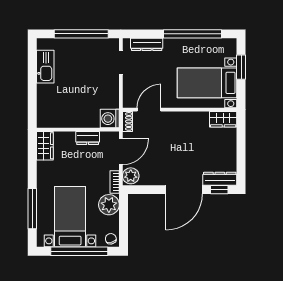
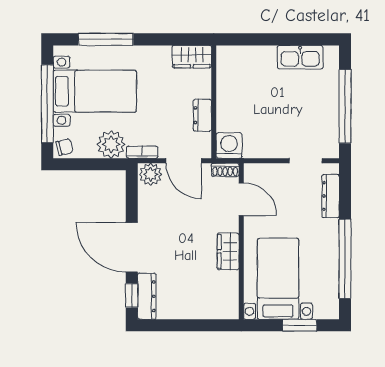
wardrobe: (223, 119) -> (228, 251), moved

